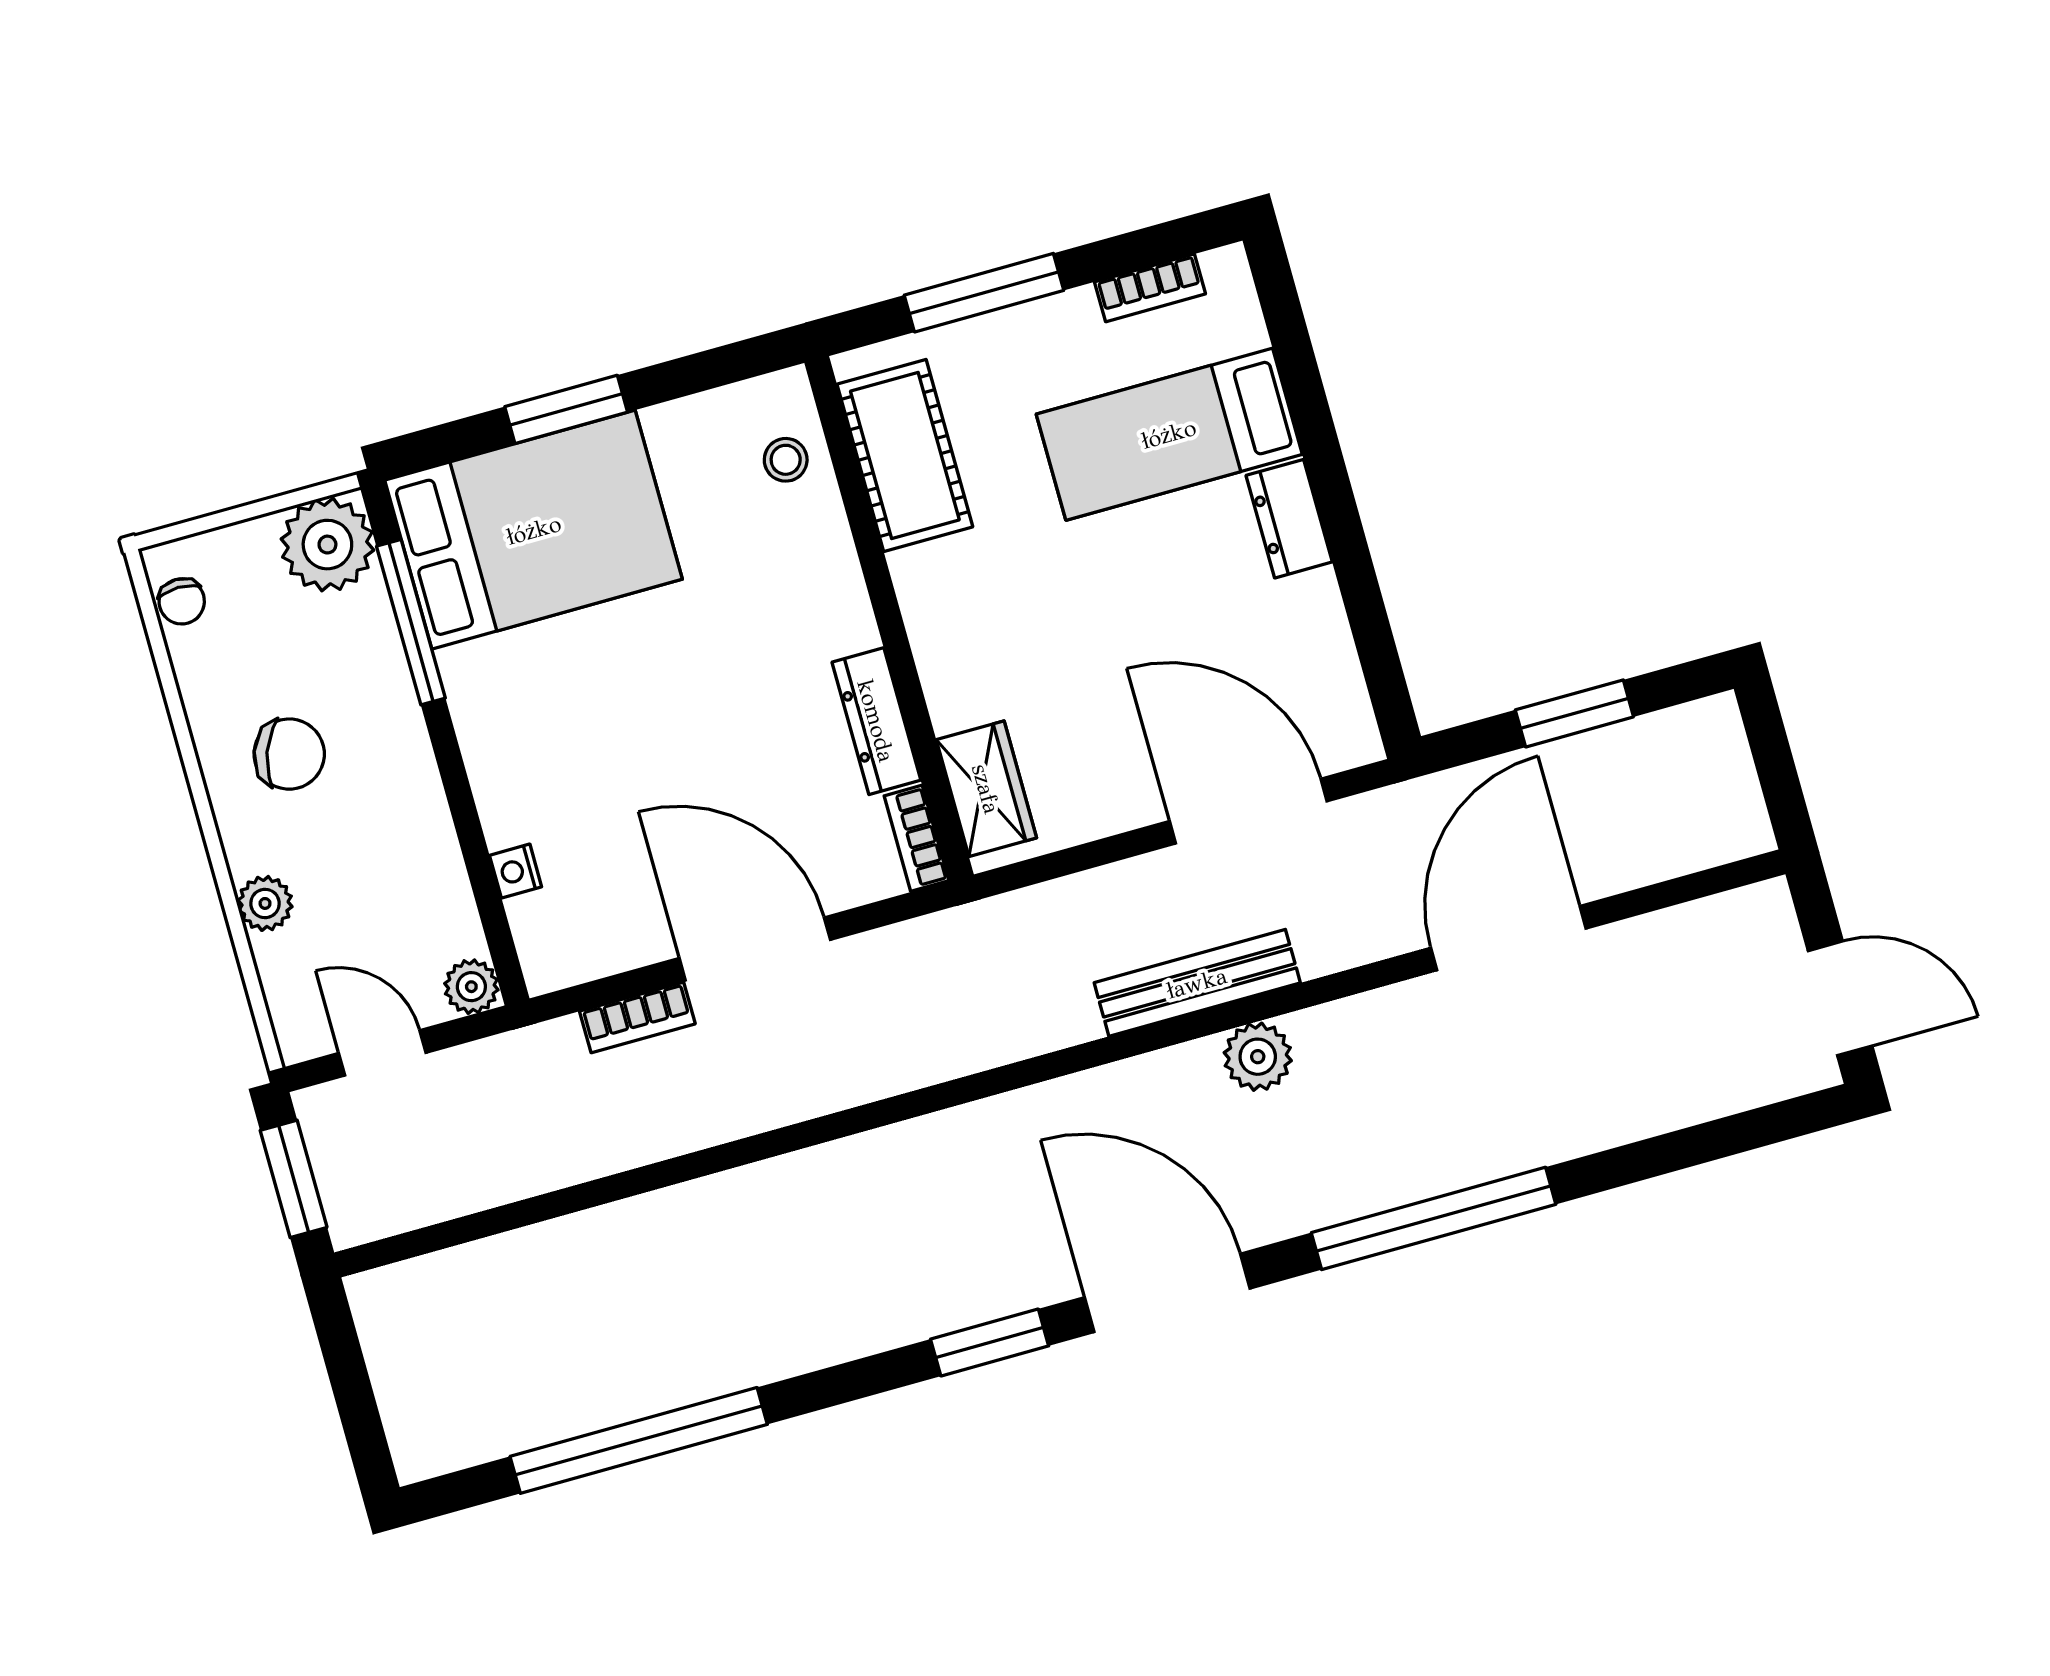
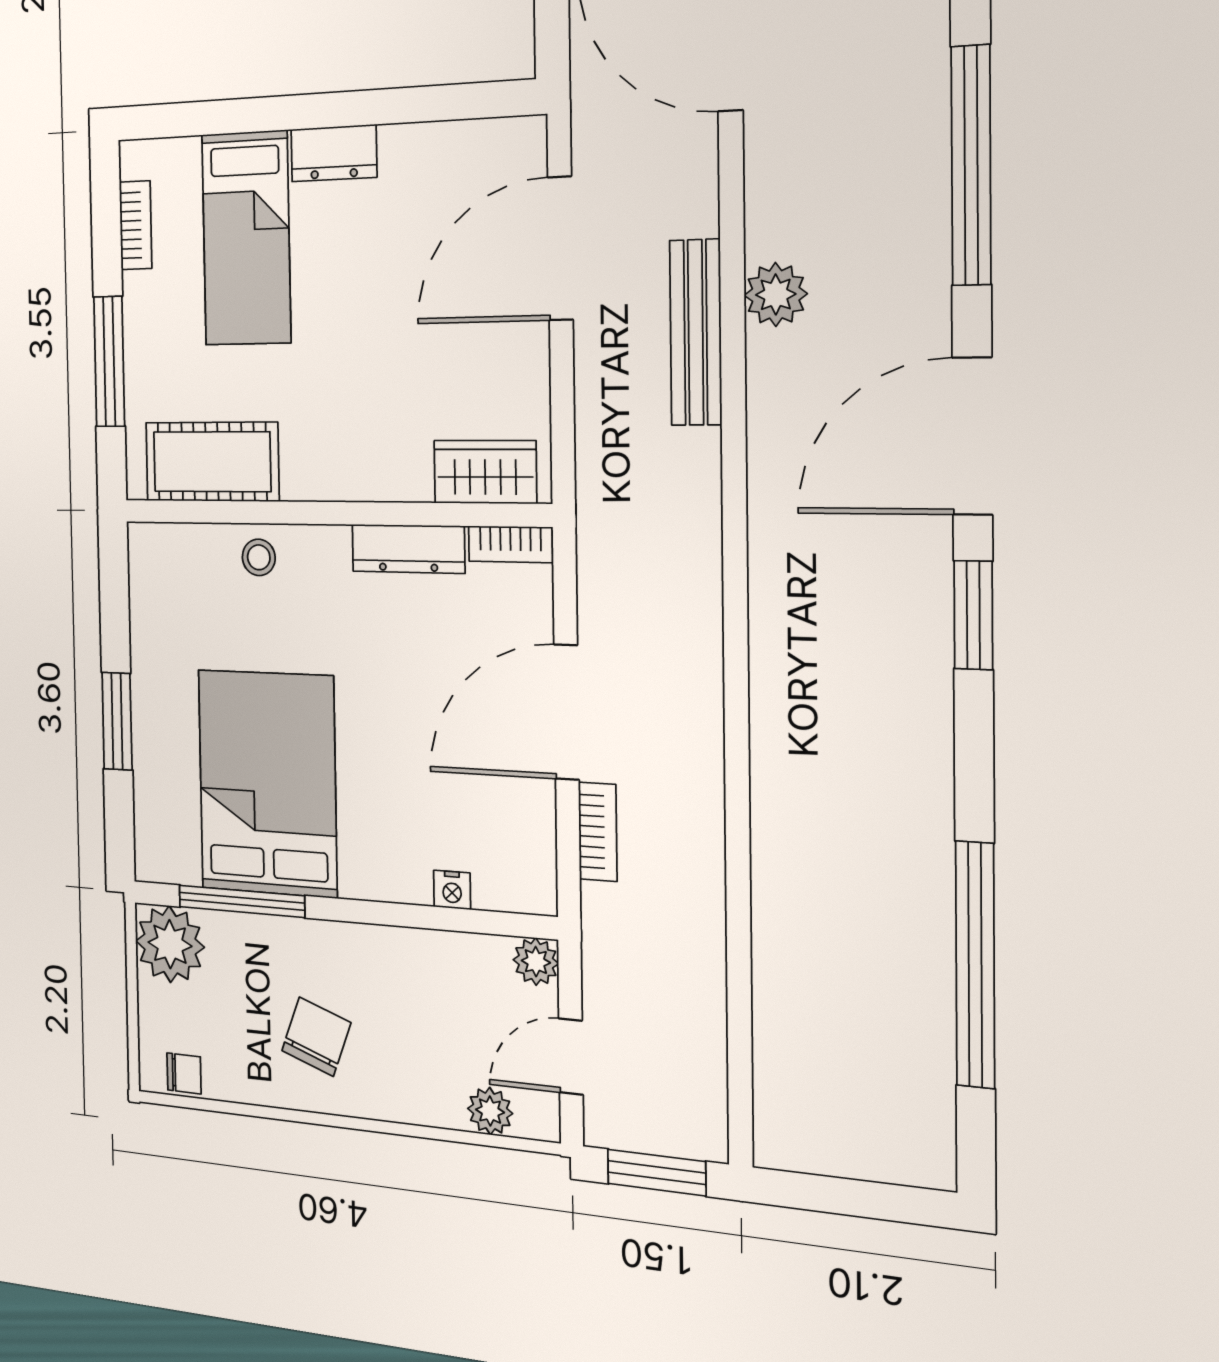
stool: (786, 460) -> (259, 557), moved
bed: (534, 530) -> (267, 783), moved
plant: (265, 903) -> (490, 1111), moved

